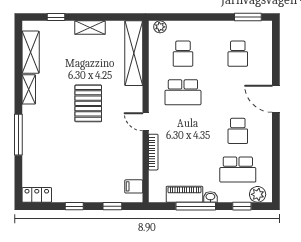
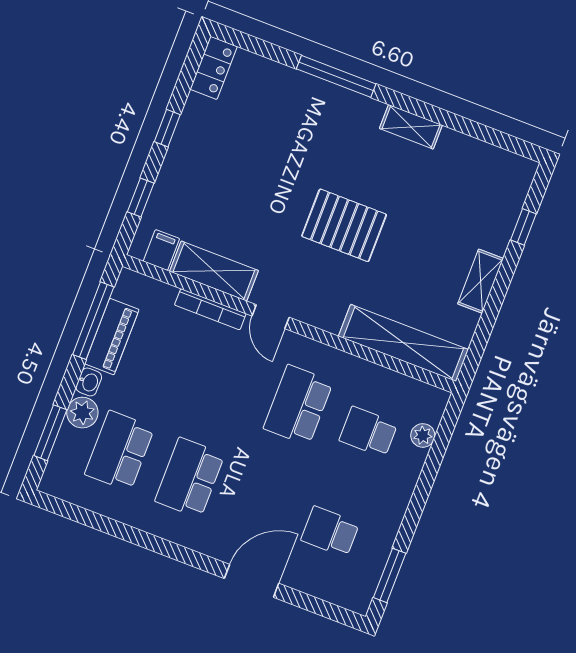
plant: (160, 27) -> (423, 435), moved
shelving: (31, 52) -> (214, 271), moved
door: (276, 99) -> (252, 581), moved
door: (146, 122) -> (271, 317), swing flipped
school desk: (238, 131) -> (190, 478), width x1.85
plant: (258, 194) -> (82, 413), moved
window: (196, 206) -> (93, 321), moved
window: (242, 206) -> (50, 433), width x1.50

